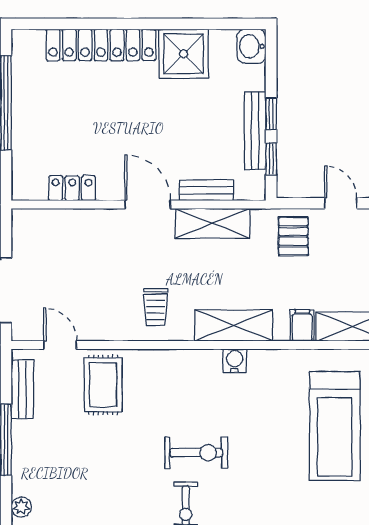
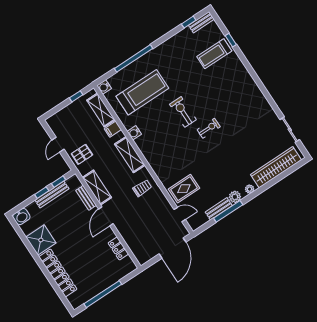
door: (60, 345) -> (180, 214), swing flipped
water cooler: (235, 361) -> (134, 133), moved
bench: (22, 389) -> (219, 209), moved
exercise bike: (196, 453) -> (183, 112), moved
plant: (25, 470) -> (235, 197), added

